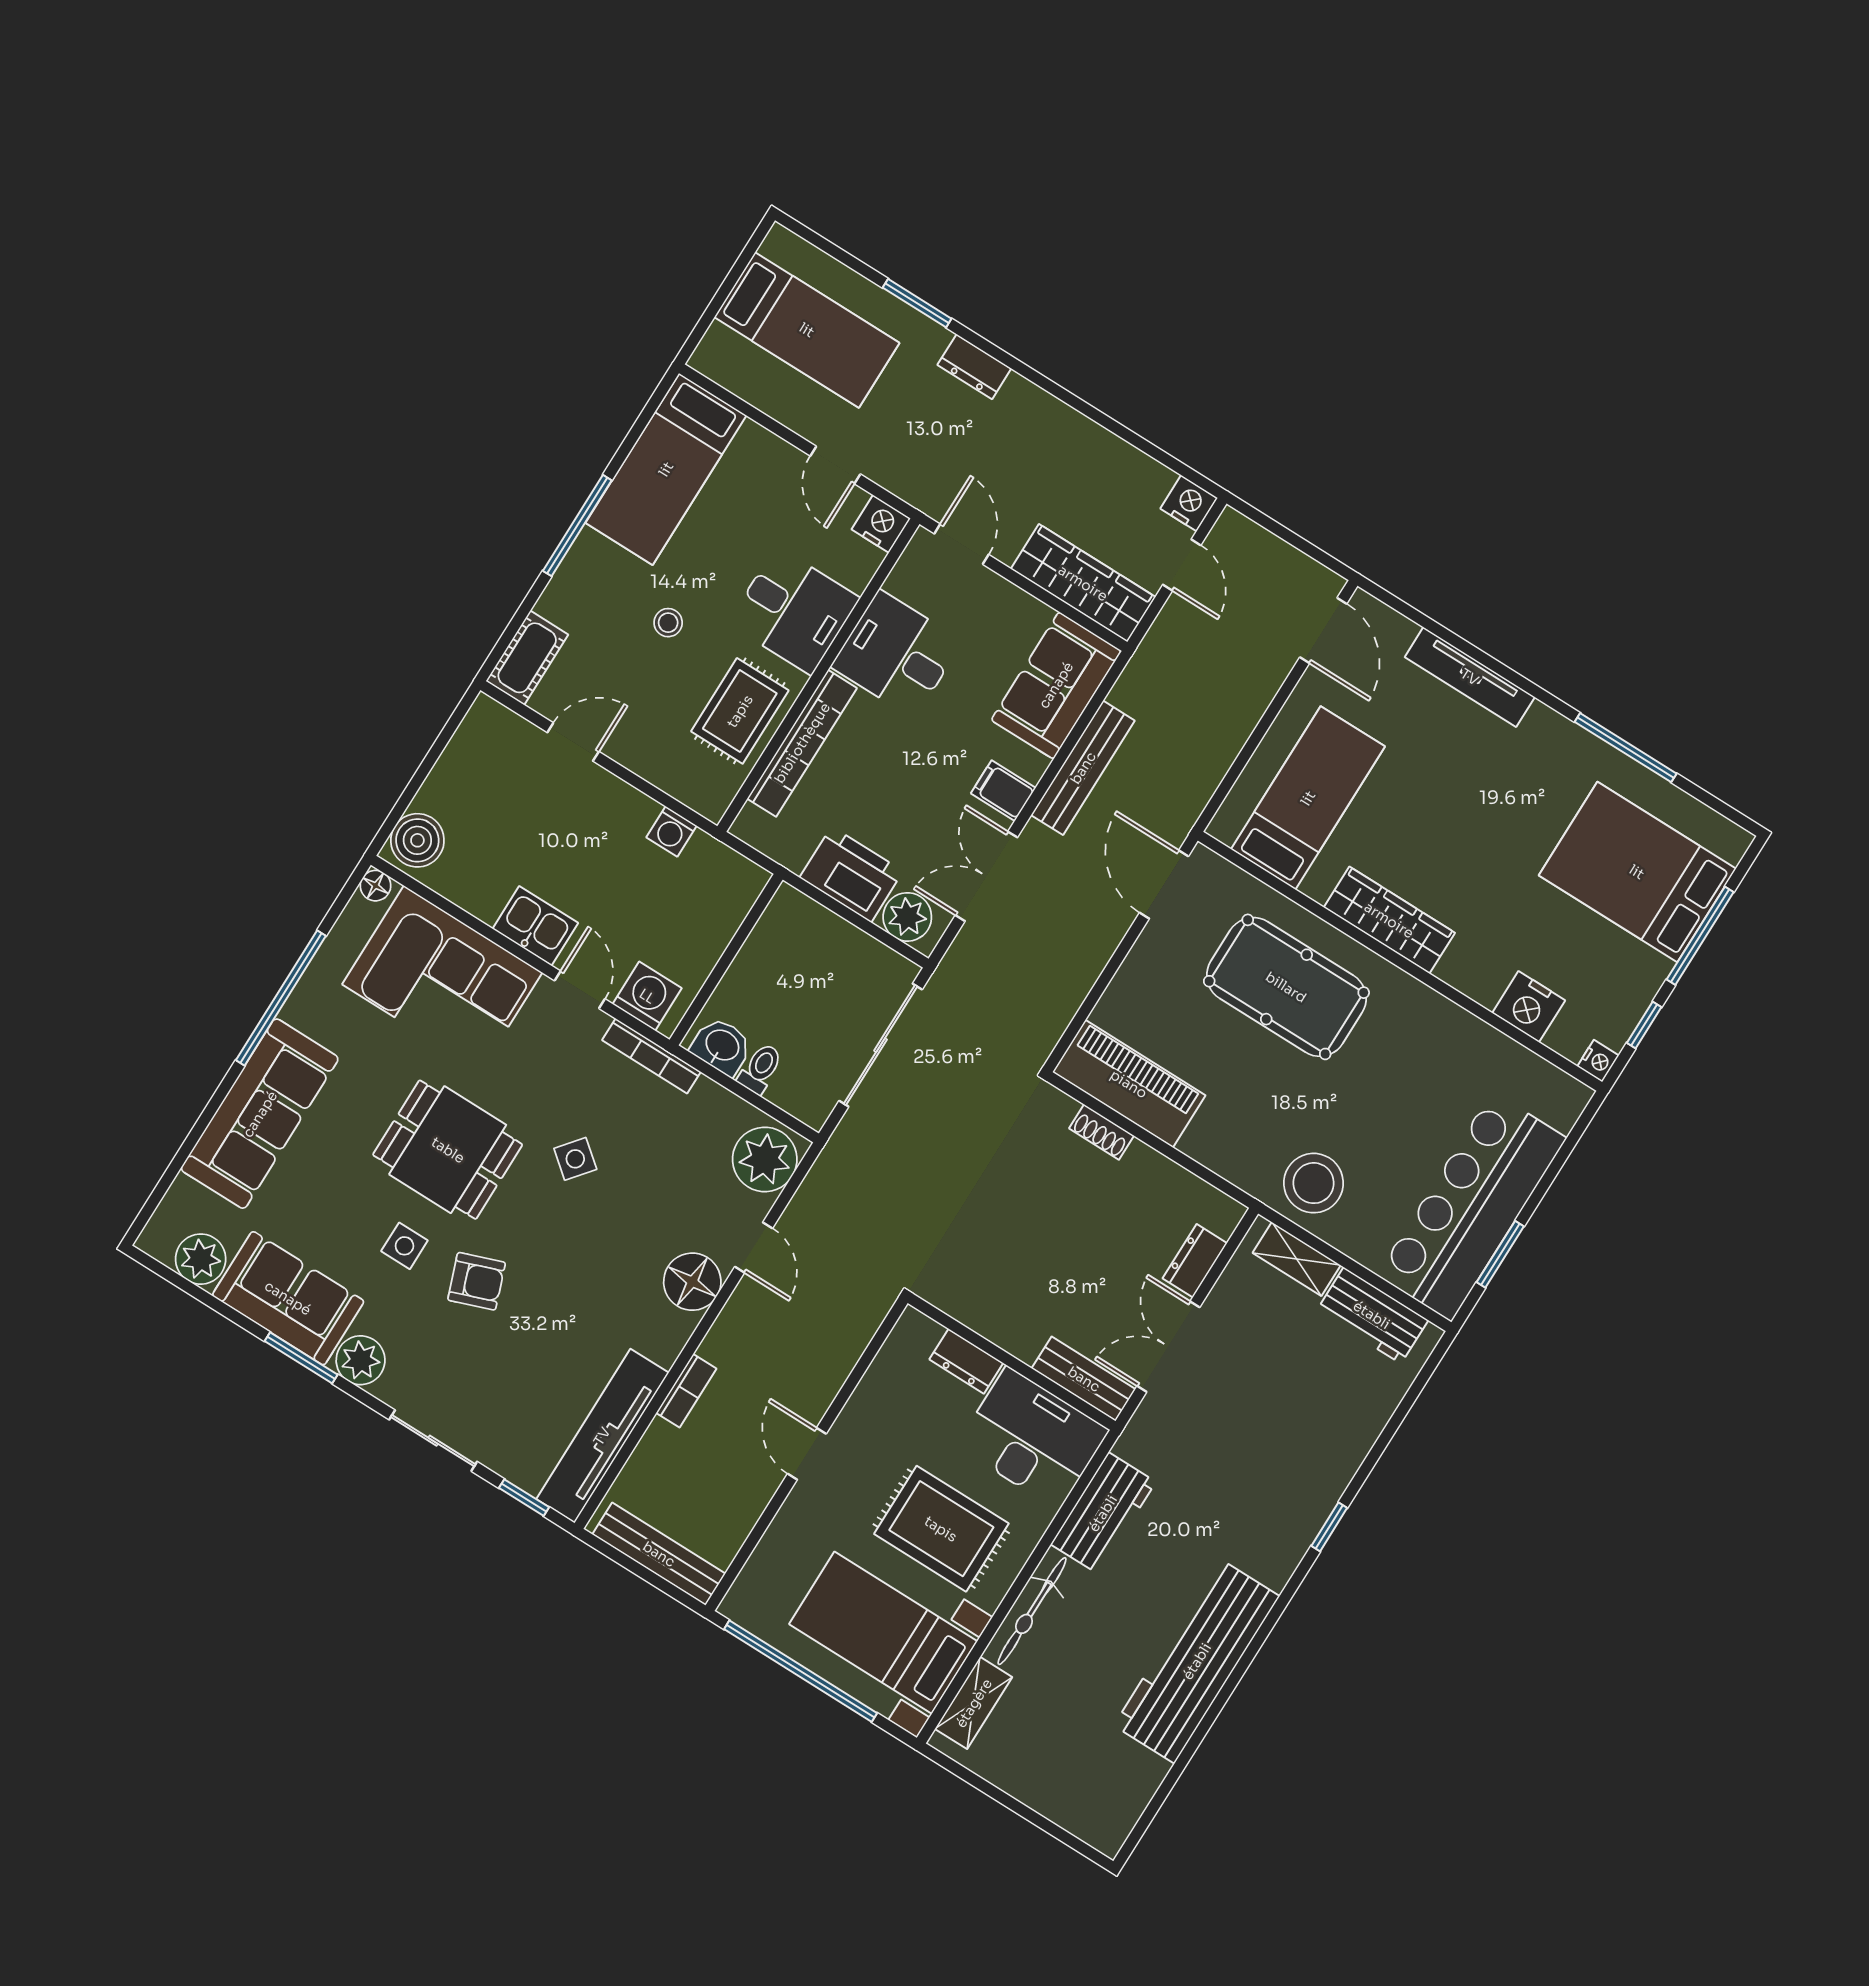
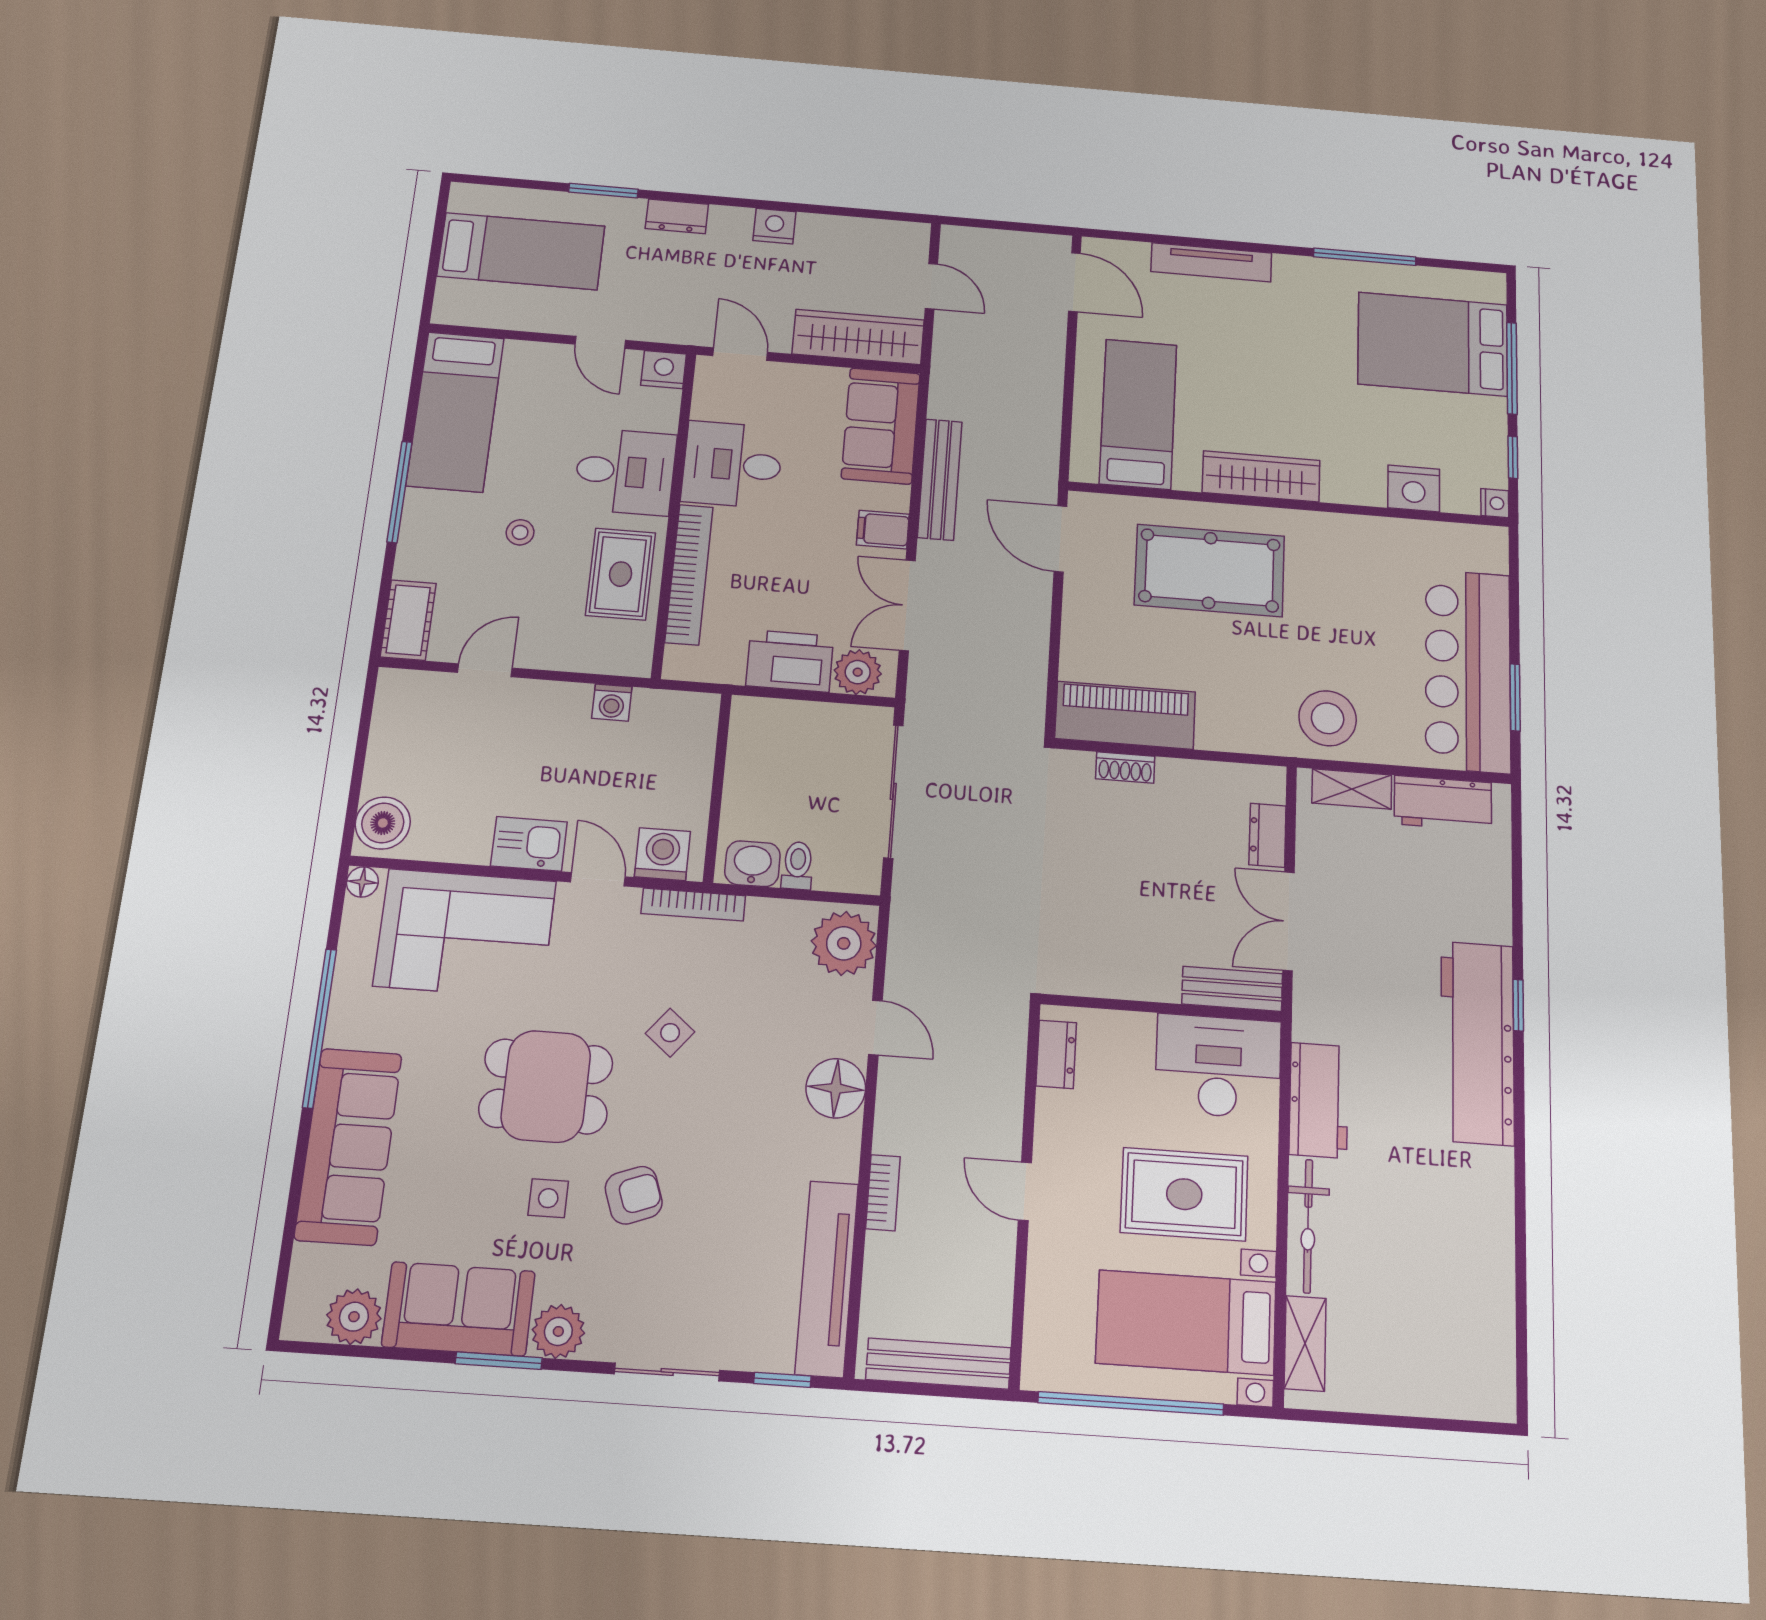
nightstand: (1189, 503) -> (774, 226), moved
dresser: (966, 1361) -> (1056, 1054), moved, turned -90
workbench: (1197, 1661) -> (1477, 1043), moved

